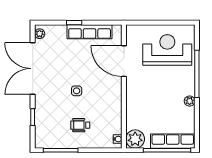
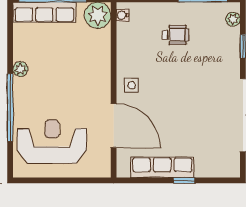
plant: (40, 34) -> (233, 19), moved
reception desk: (167, 50) -> (52, 142), turned 180
side table: (77, 91) -> (132, 85), moved

